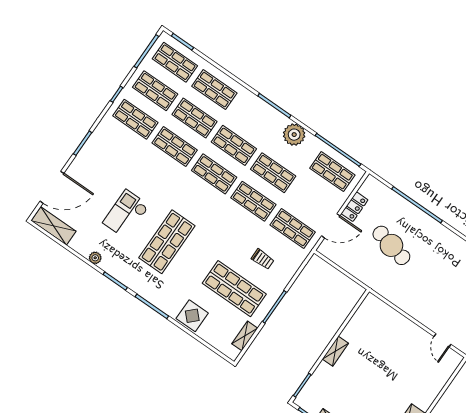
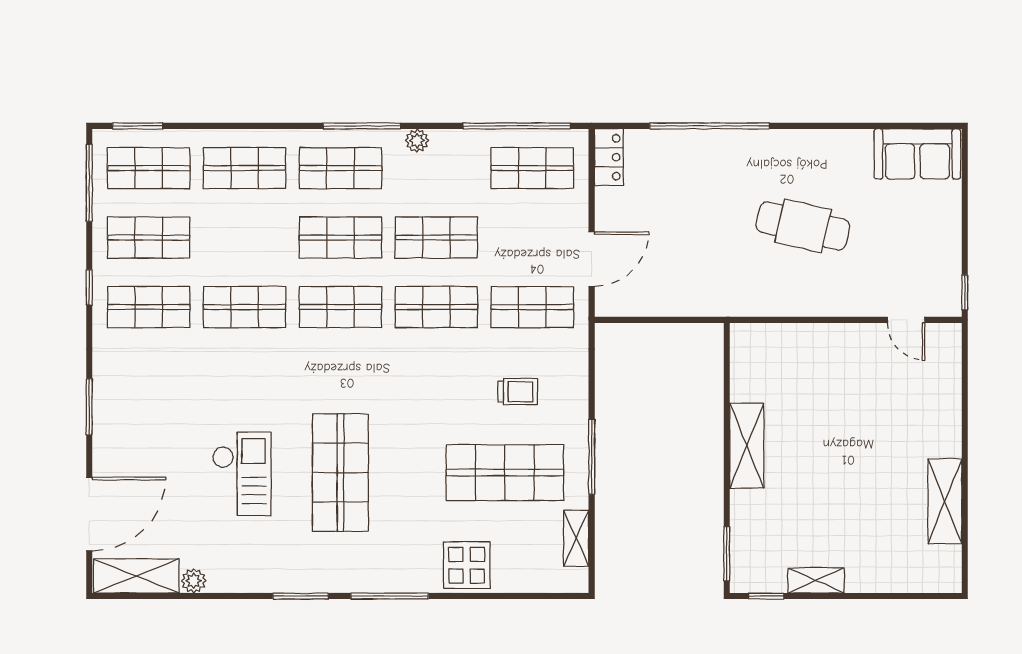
shop shelf: (194, 118) -> (340, 168), moved
plant: (294, 135) -> (417, 141), width x0.53, depth x0.53
locker: (355, 207) -> (609, 157), moved
checkout: (126, 214) -> (242, 474), turned 180
cafe table: (391, 245) -> (803, 226), moved
plant: (95, 258) -> (194, 581), moved
shelving: (335, 351) -> (747, 446), width x1.50, depth x1.33

